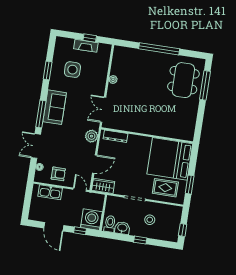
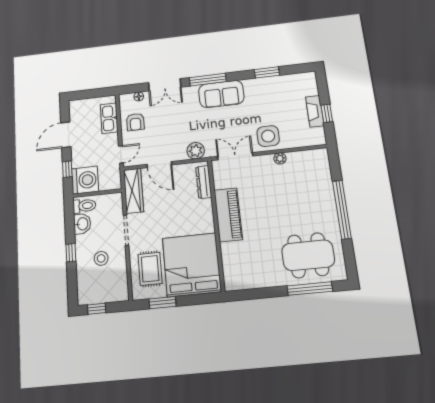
side table: (72, 70) -> (268, 136), moved
piano: (143, 125) -> (228, 215), added
double door: (36, 146) -> (165, 85), swing flipped
wardrobe: (103, 186) -> (133, 191), width x1.50

